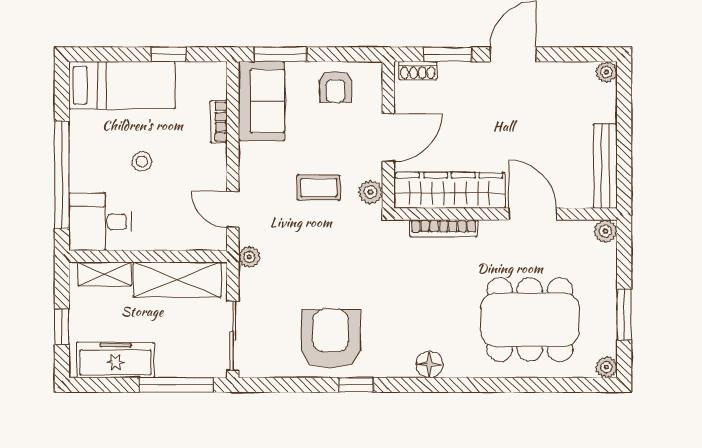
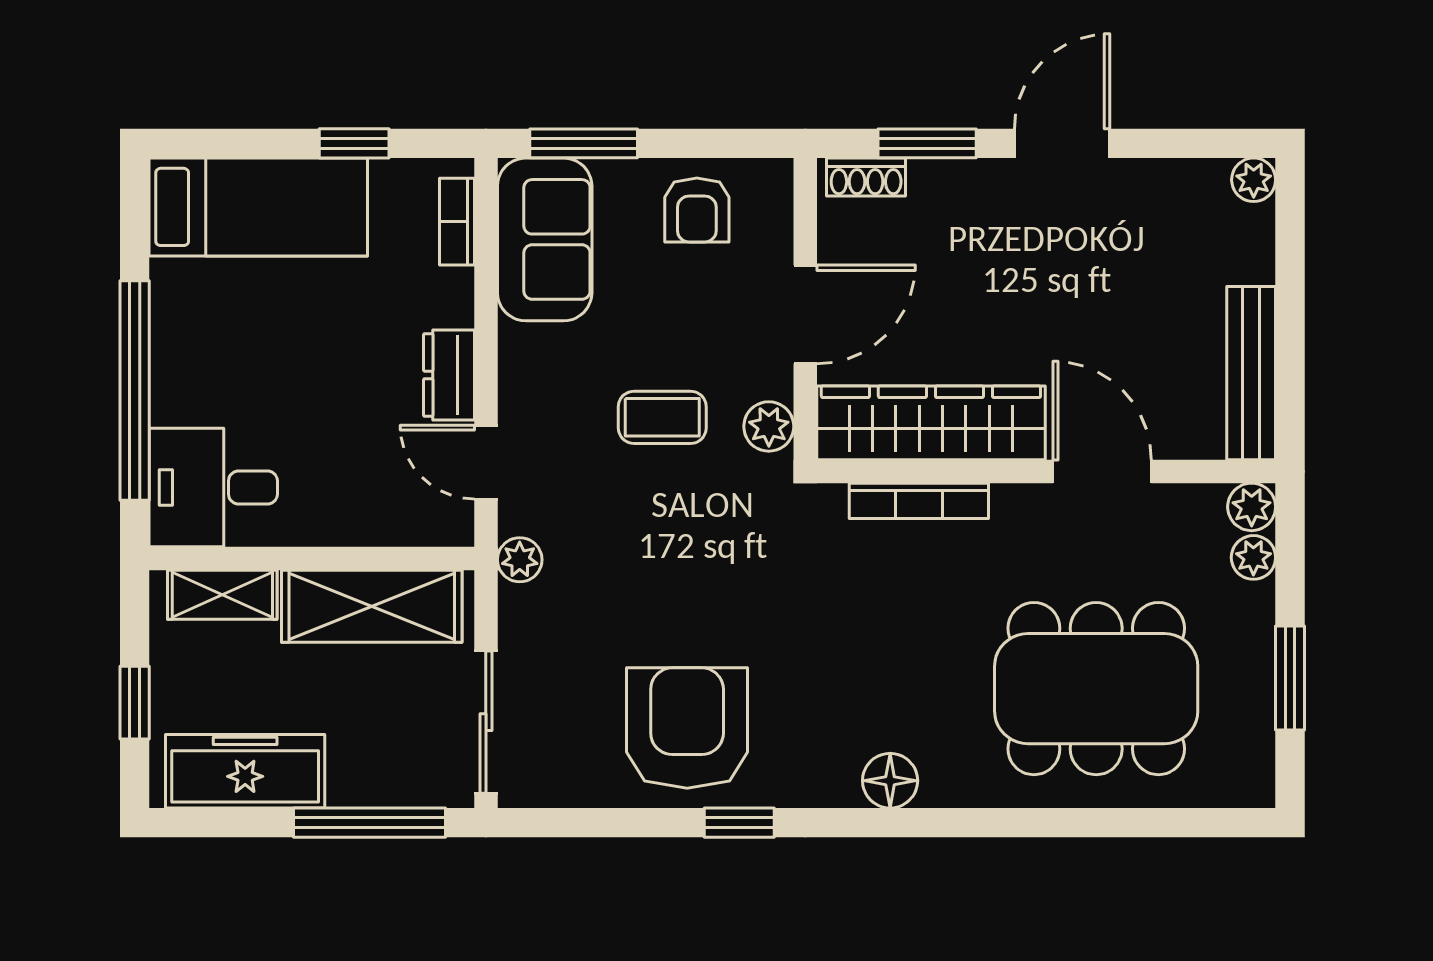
bookcase: (219, 122) -> (457, 222), moved
stool: (142, 161) -> (299, 363), removed
dresser: (215, 167) -> (449, 375), added
plant: (606, 367) -> (1253, 557), moved

